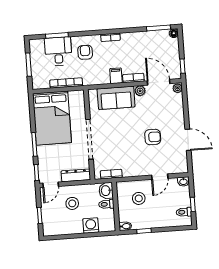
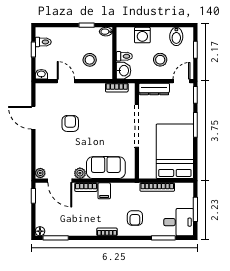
desk: (58, 51) -> (179, 222), moved, turned -90
armchair: (153, 137) -> (70, 123), turned 90
door: (160, 177) -> (66, 81), hinge flipped
bidet: (59, 226) -> (176, 36), added

